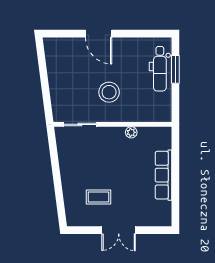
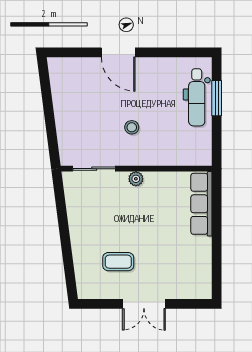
stool: (109, 92) -> (132, 127), width x0.53, depth x0.53
plant: (131, 132) -> (136, 179), moved
row of seats: (164, 175) -> (201, 204), moved

